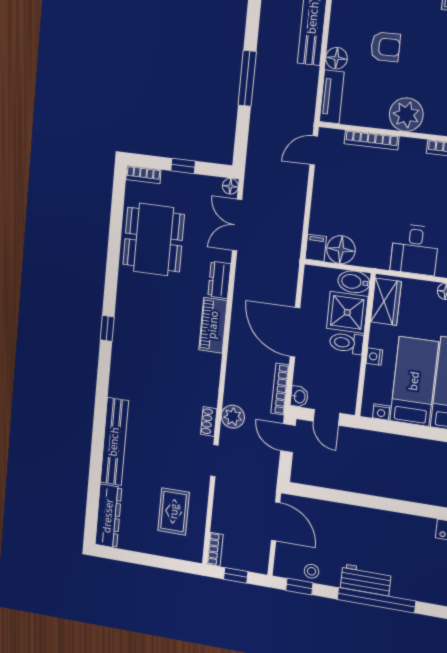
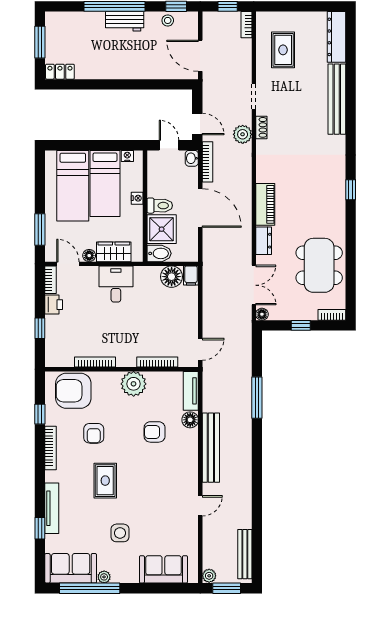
wardrobe: (386, 302) -> (114, 252), moved, turned 90

